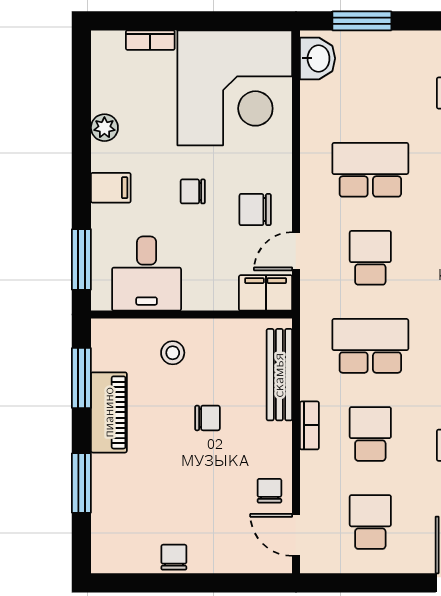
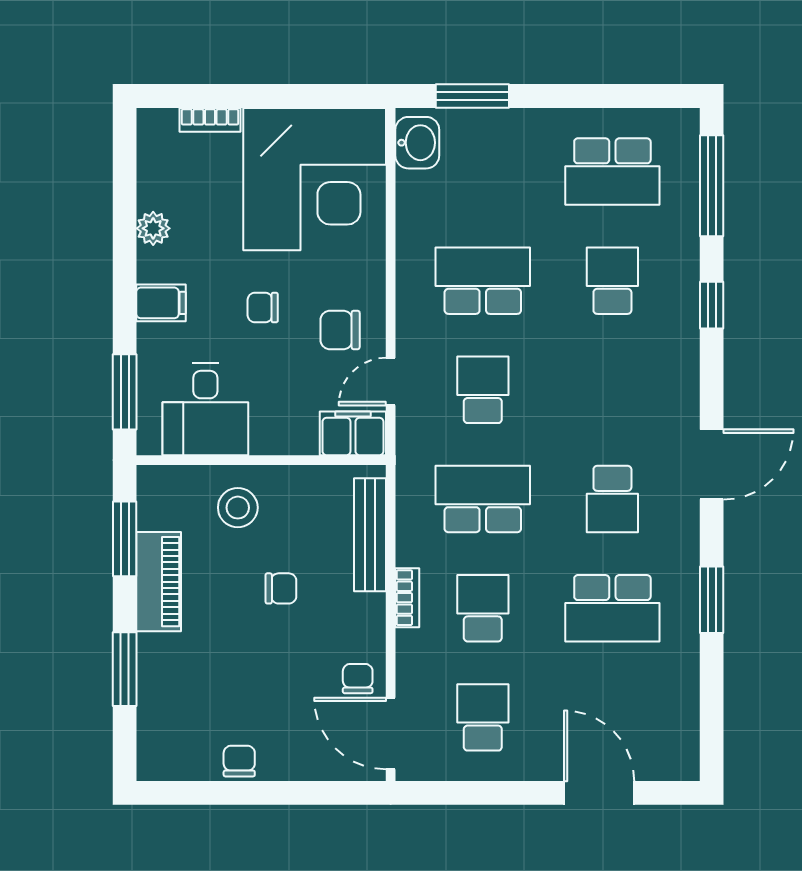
stool: (173, 353) -> (238, 508), width x1.37, depth x1.37
door: (296, 535) -> (391, 734), width x1.38

